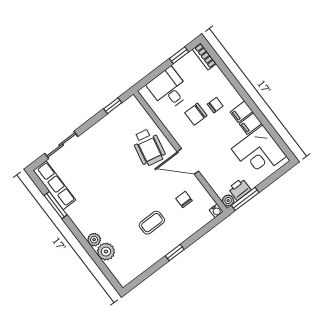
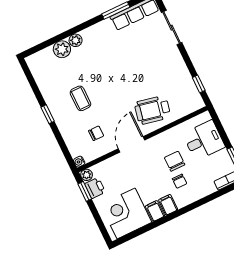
window: (245, 199) -> (85, 191), width x0.67

